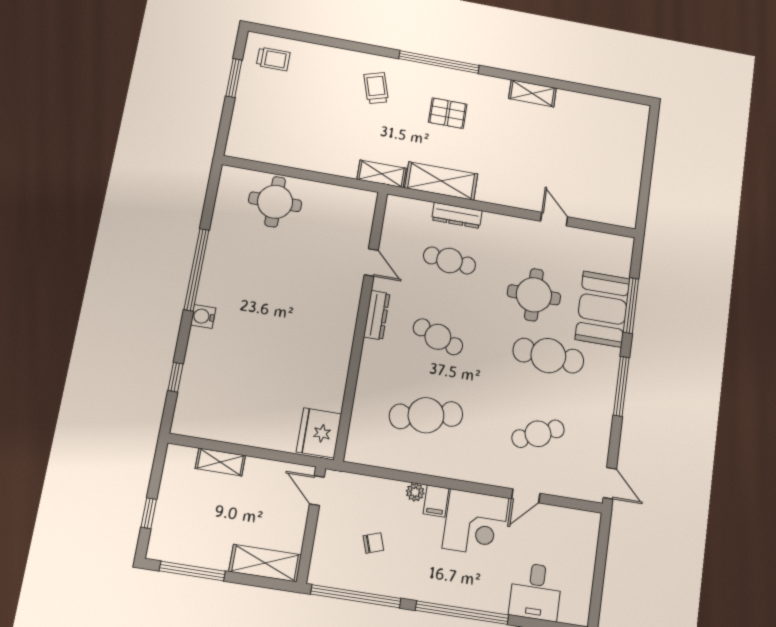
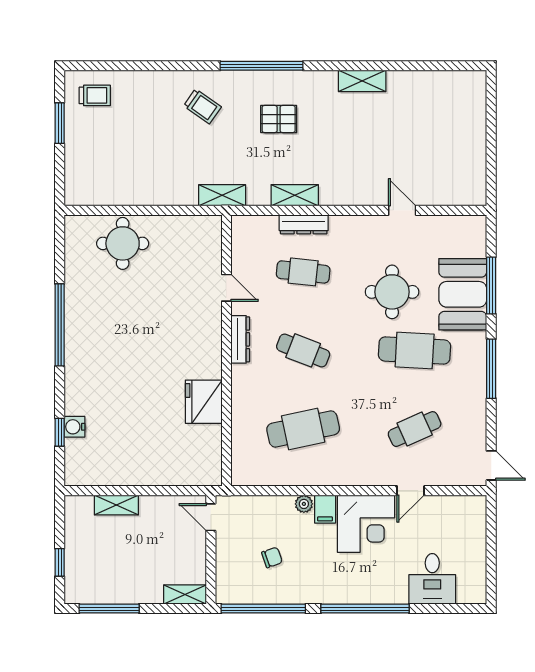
trolley: (376, 88) -> (202, 106), turned 142
shelving: (441, 181) -> (295, 195), width x0.67, depth x0.75
water cooler: (203, 316) -> (74, 427), moved
fridge: (319, 433) -> (204, 402), moved
shelving: (265, 563) -> (185, 594), width x0.67, depth x0.75

